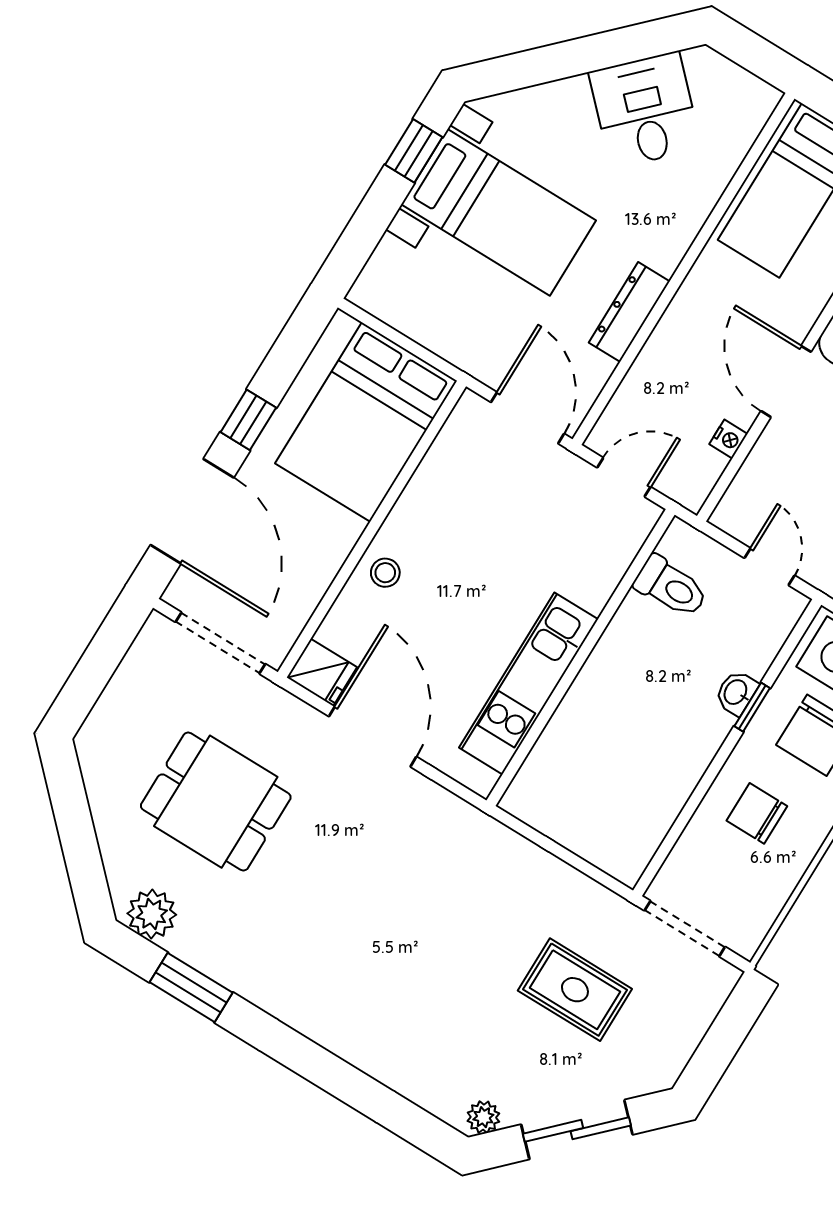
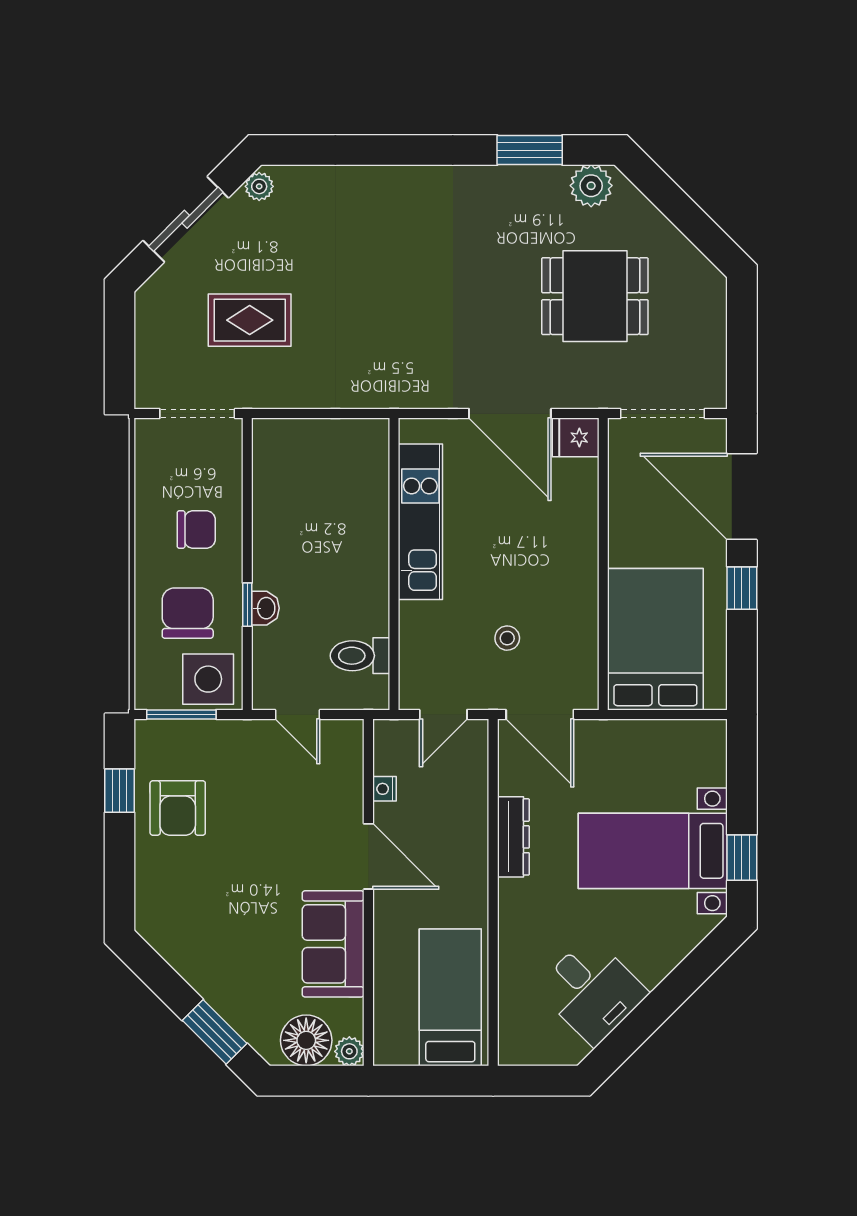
stool: (385, 573) -> (507, 638), moved

